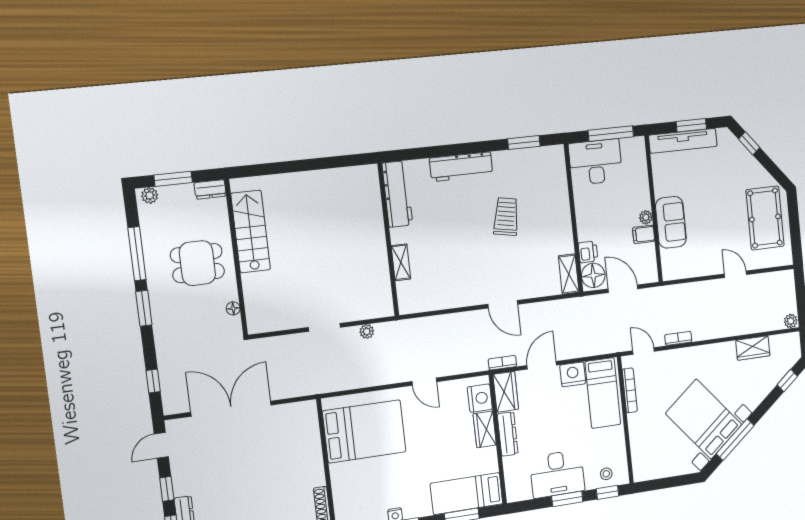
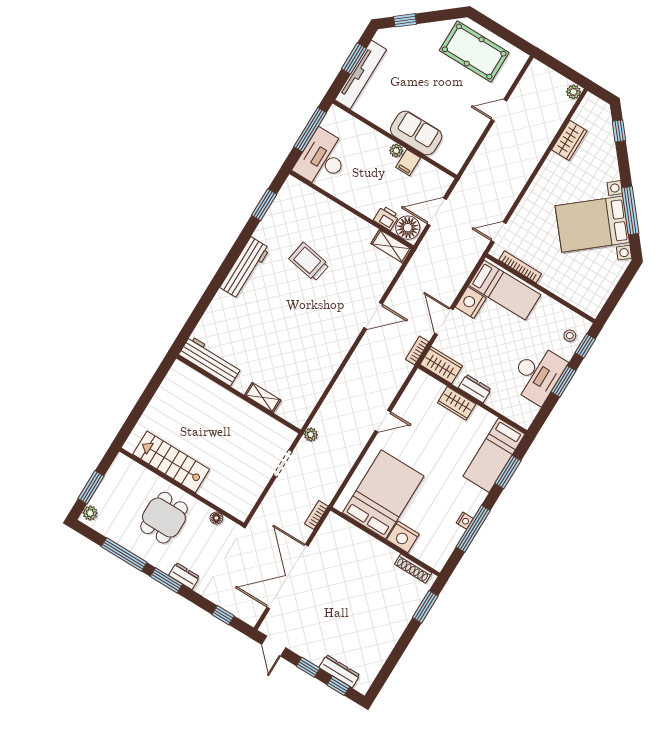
dresser: (210, 189) -> (184, 576), moved, turned -90
workbench: (397, 194) -> (210, 361), moved
wall: (388, 240) -> (239, 394), moved
shelving: (401, 262) -> (263, 398), moved
bookcase: (678, 338) -> (316, 515), moved
nightstand: (480, 398) -> (403, 537), moved, turned 180
dresser: (508, 434) -> (475, 389), width x0.70

